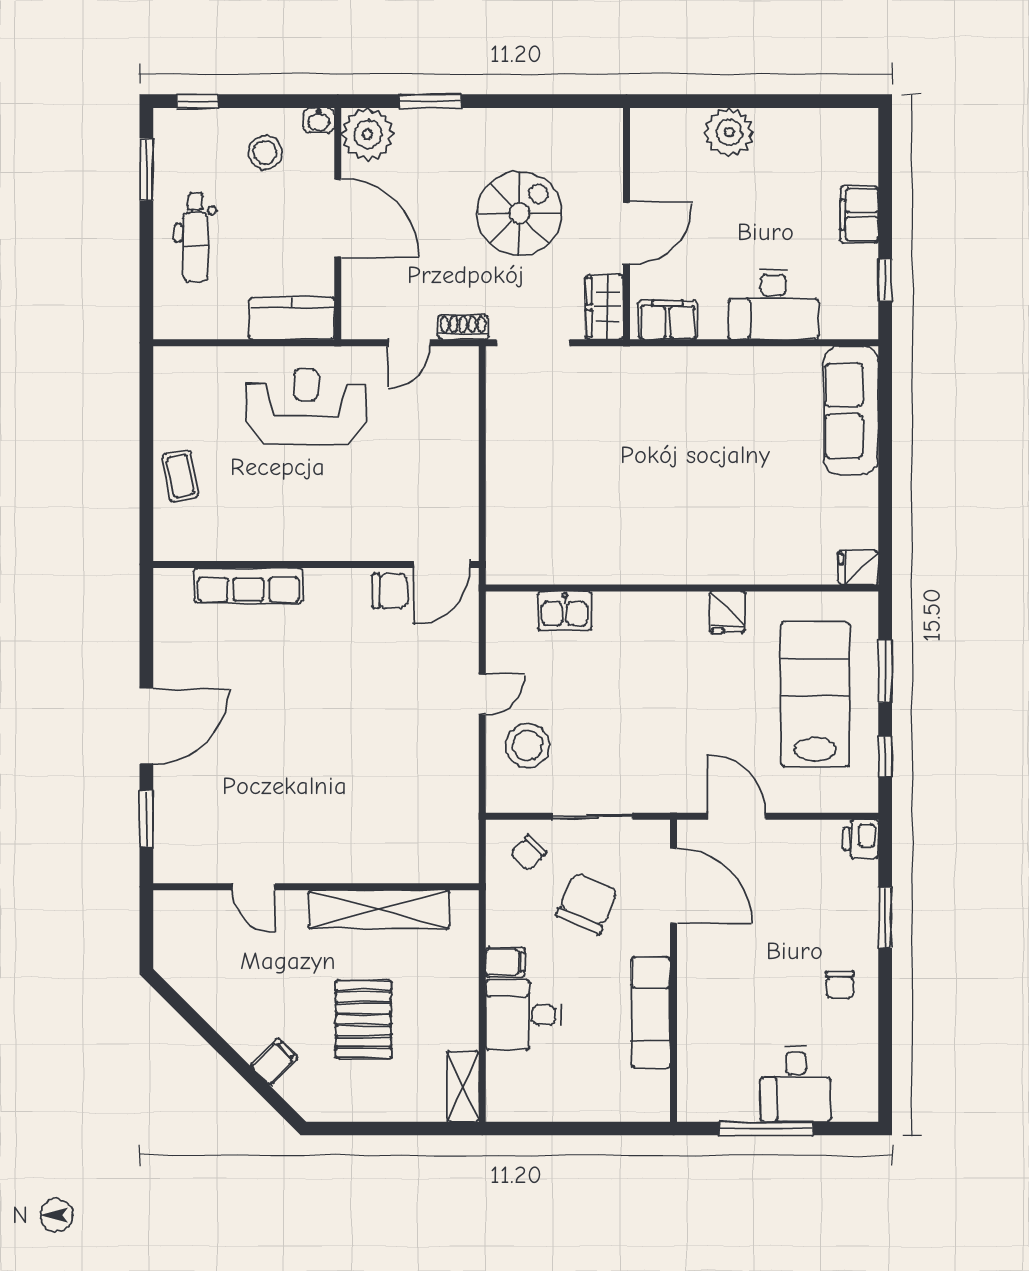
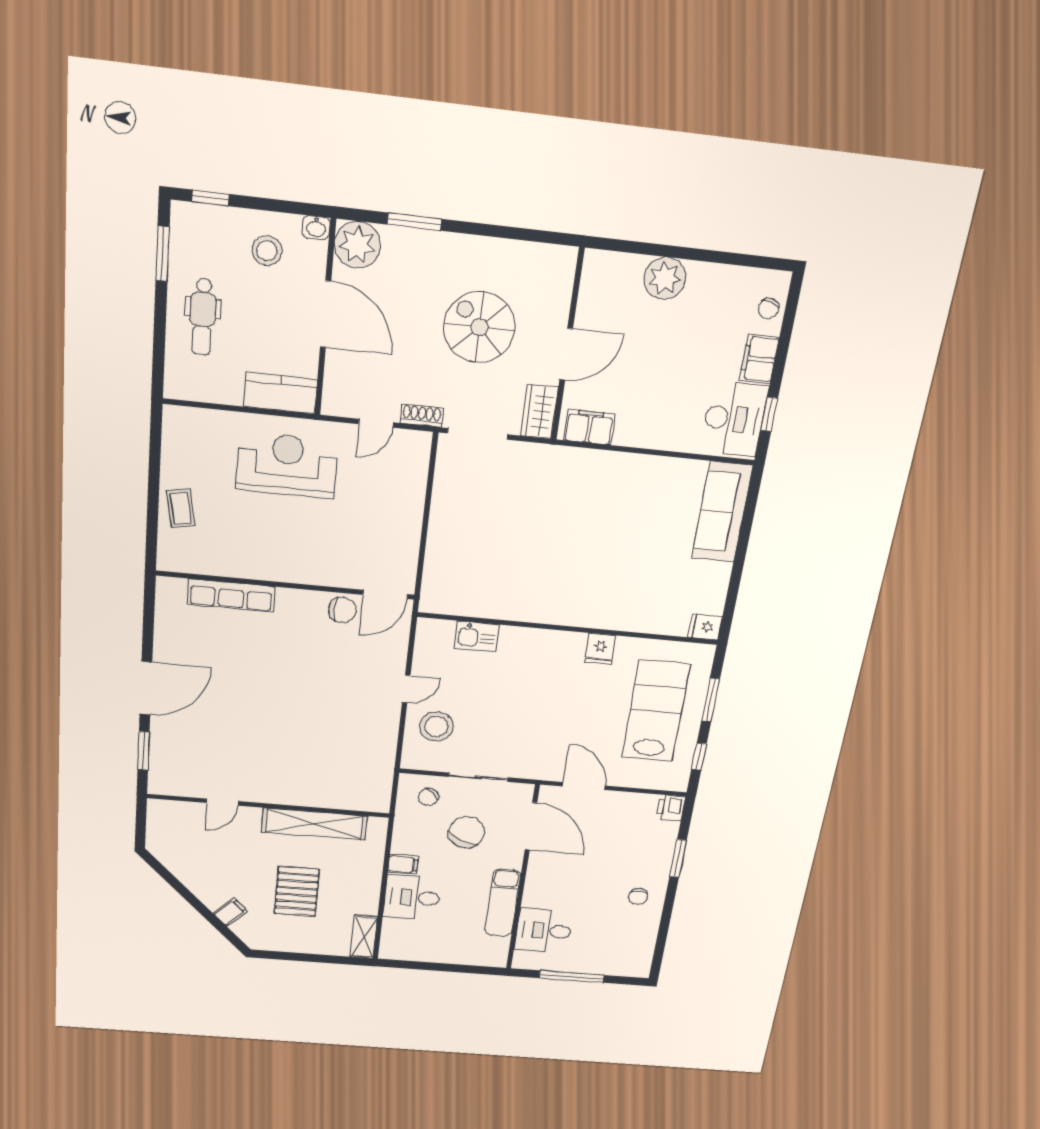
chair: (858, 154) -> (769, 309), added
spiral stairs: (519, 213) -> (479, 327), turned -90
desk: (773, 304) -> (734, 419), moved, turned -90
door: (254, 887) -> (222, 802), hinge flipped
desk: (796, 1084) -> (544, 931), moved, turned 90

